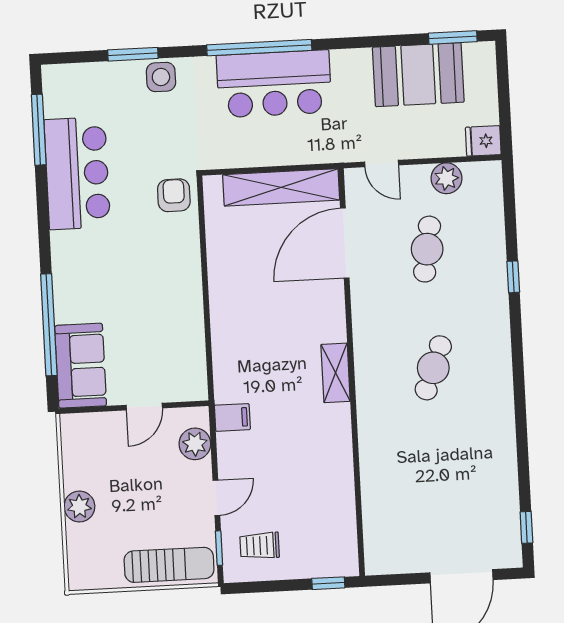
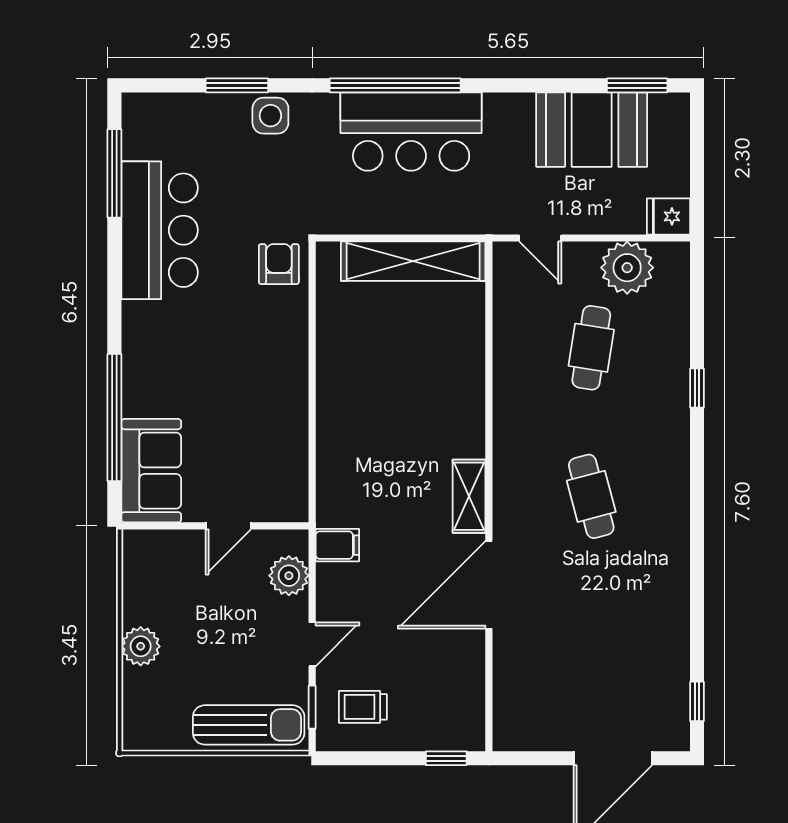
plant: (446, 178) -> (627, 268), width x1.36, depth x1.36
door: (345, 243) -> (489, 585), moved
cafe table: (433, 368) -> (591, 496), turned -36

